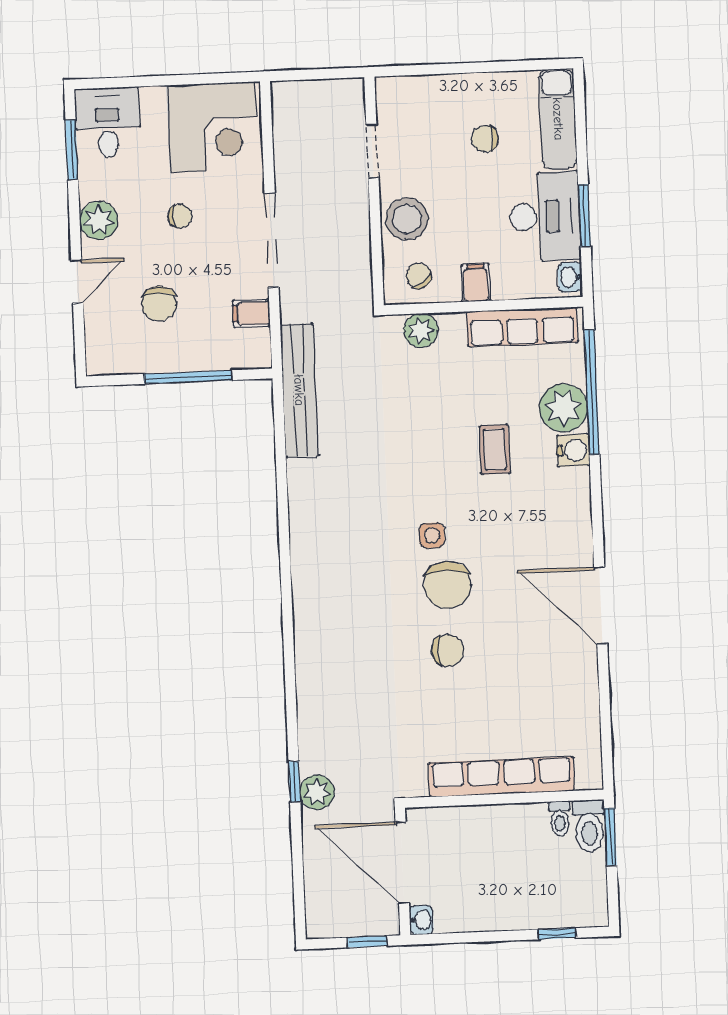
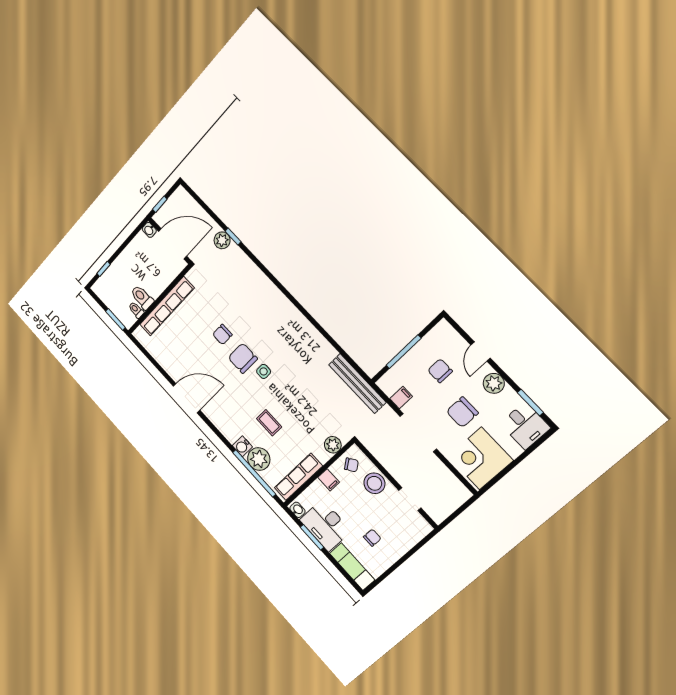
chair: (180, 216) -> (462, 412), width x1.87, depth x1.87
toilet: (589, 826) -> (142, 297), moved

